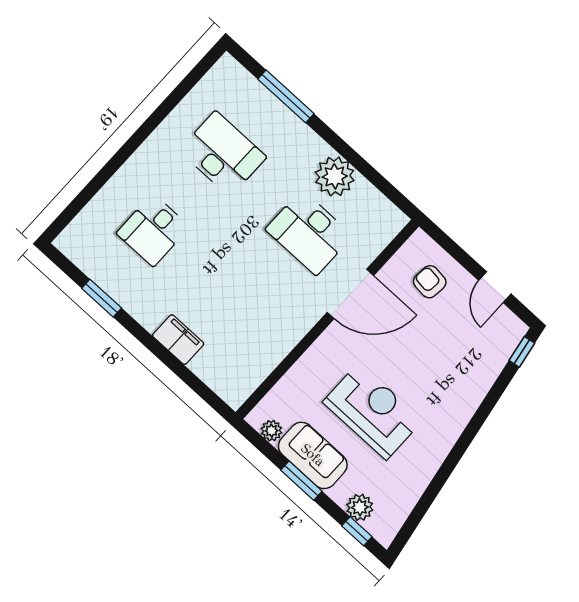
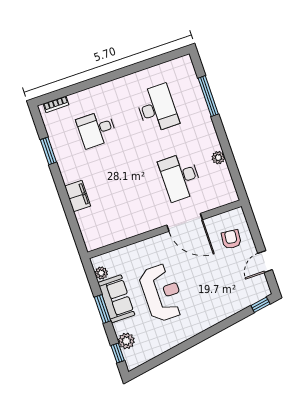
plant: (335, 176) -> (218, 158), width x0.53, depth x0.53
bookcase: (76, 226) -> (56, 104), added

